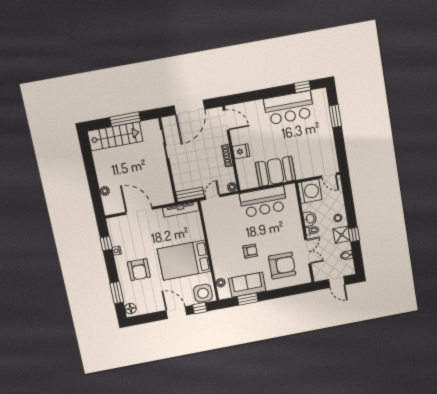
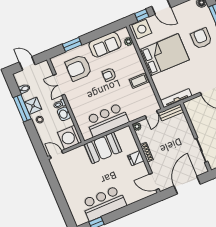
window: (335, 116) -> (63, 205), removed
window: (354, 235) -> (22, 108), width x2.17
coffee table: (219, 238) -> (139, 81), added
window: (248, 299) -> (72, 45), moved

